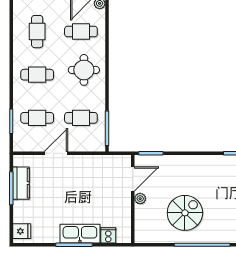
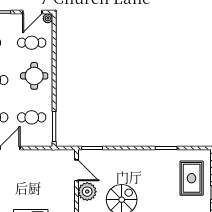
door: (133, 179) -> (77, 170), hinge flipped
plant: (140, 199) -> (87, 192), width x1.87, depth x1.87

